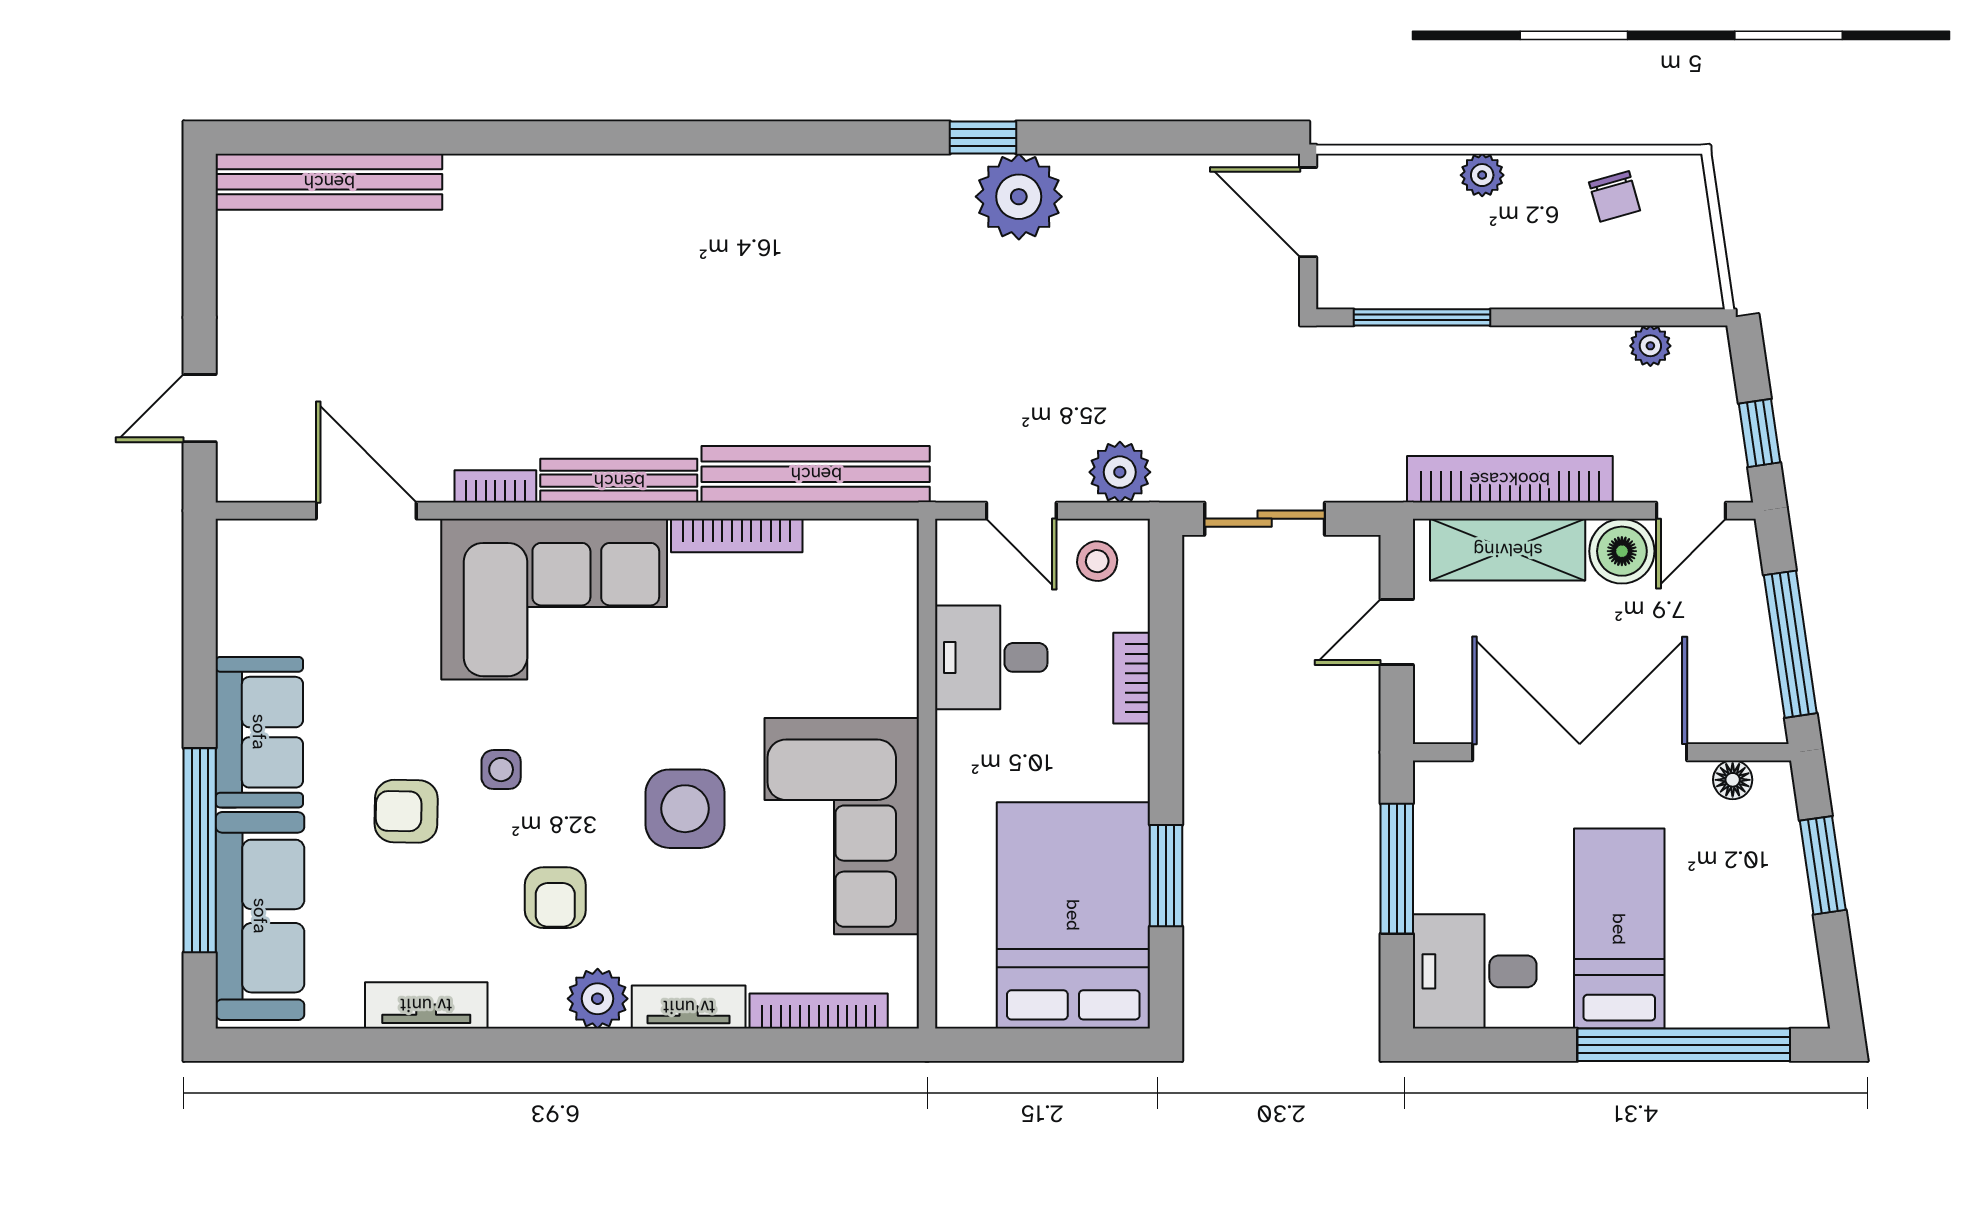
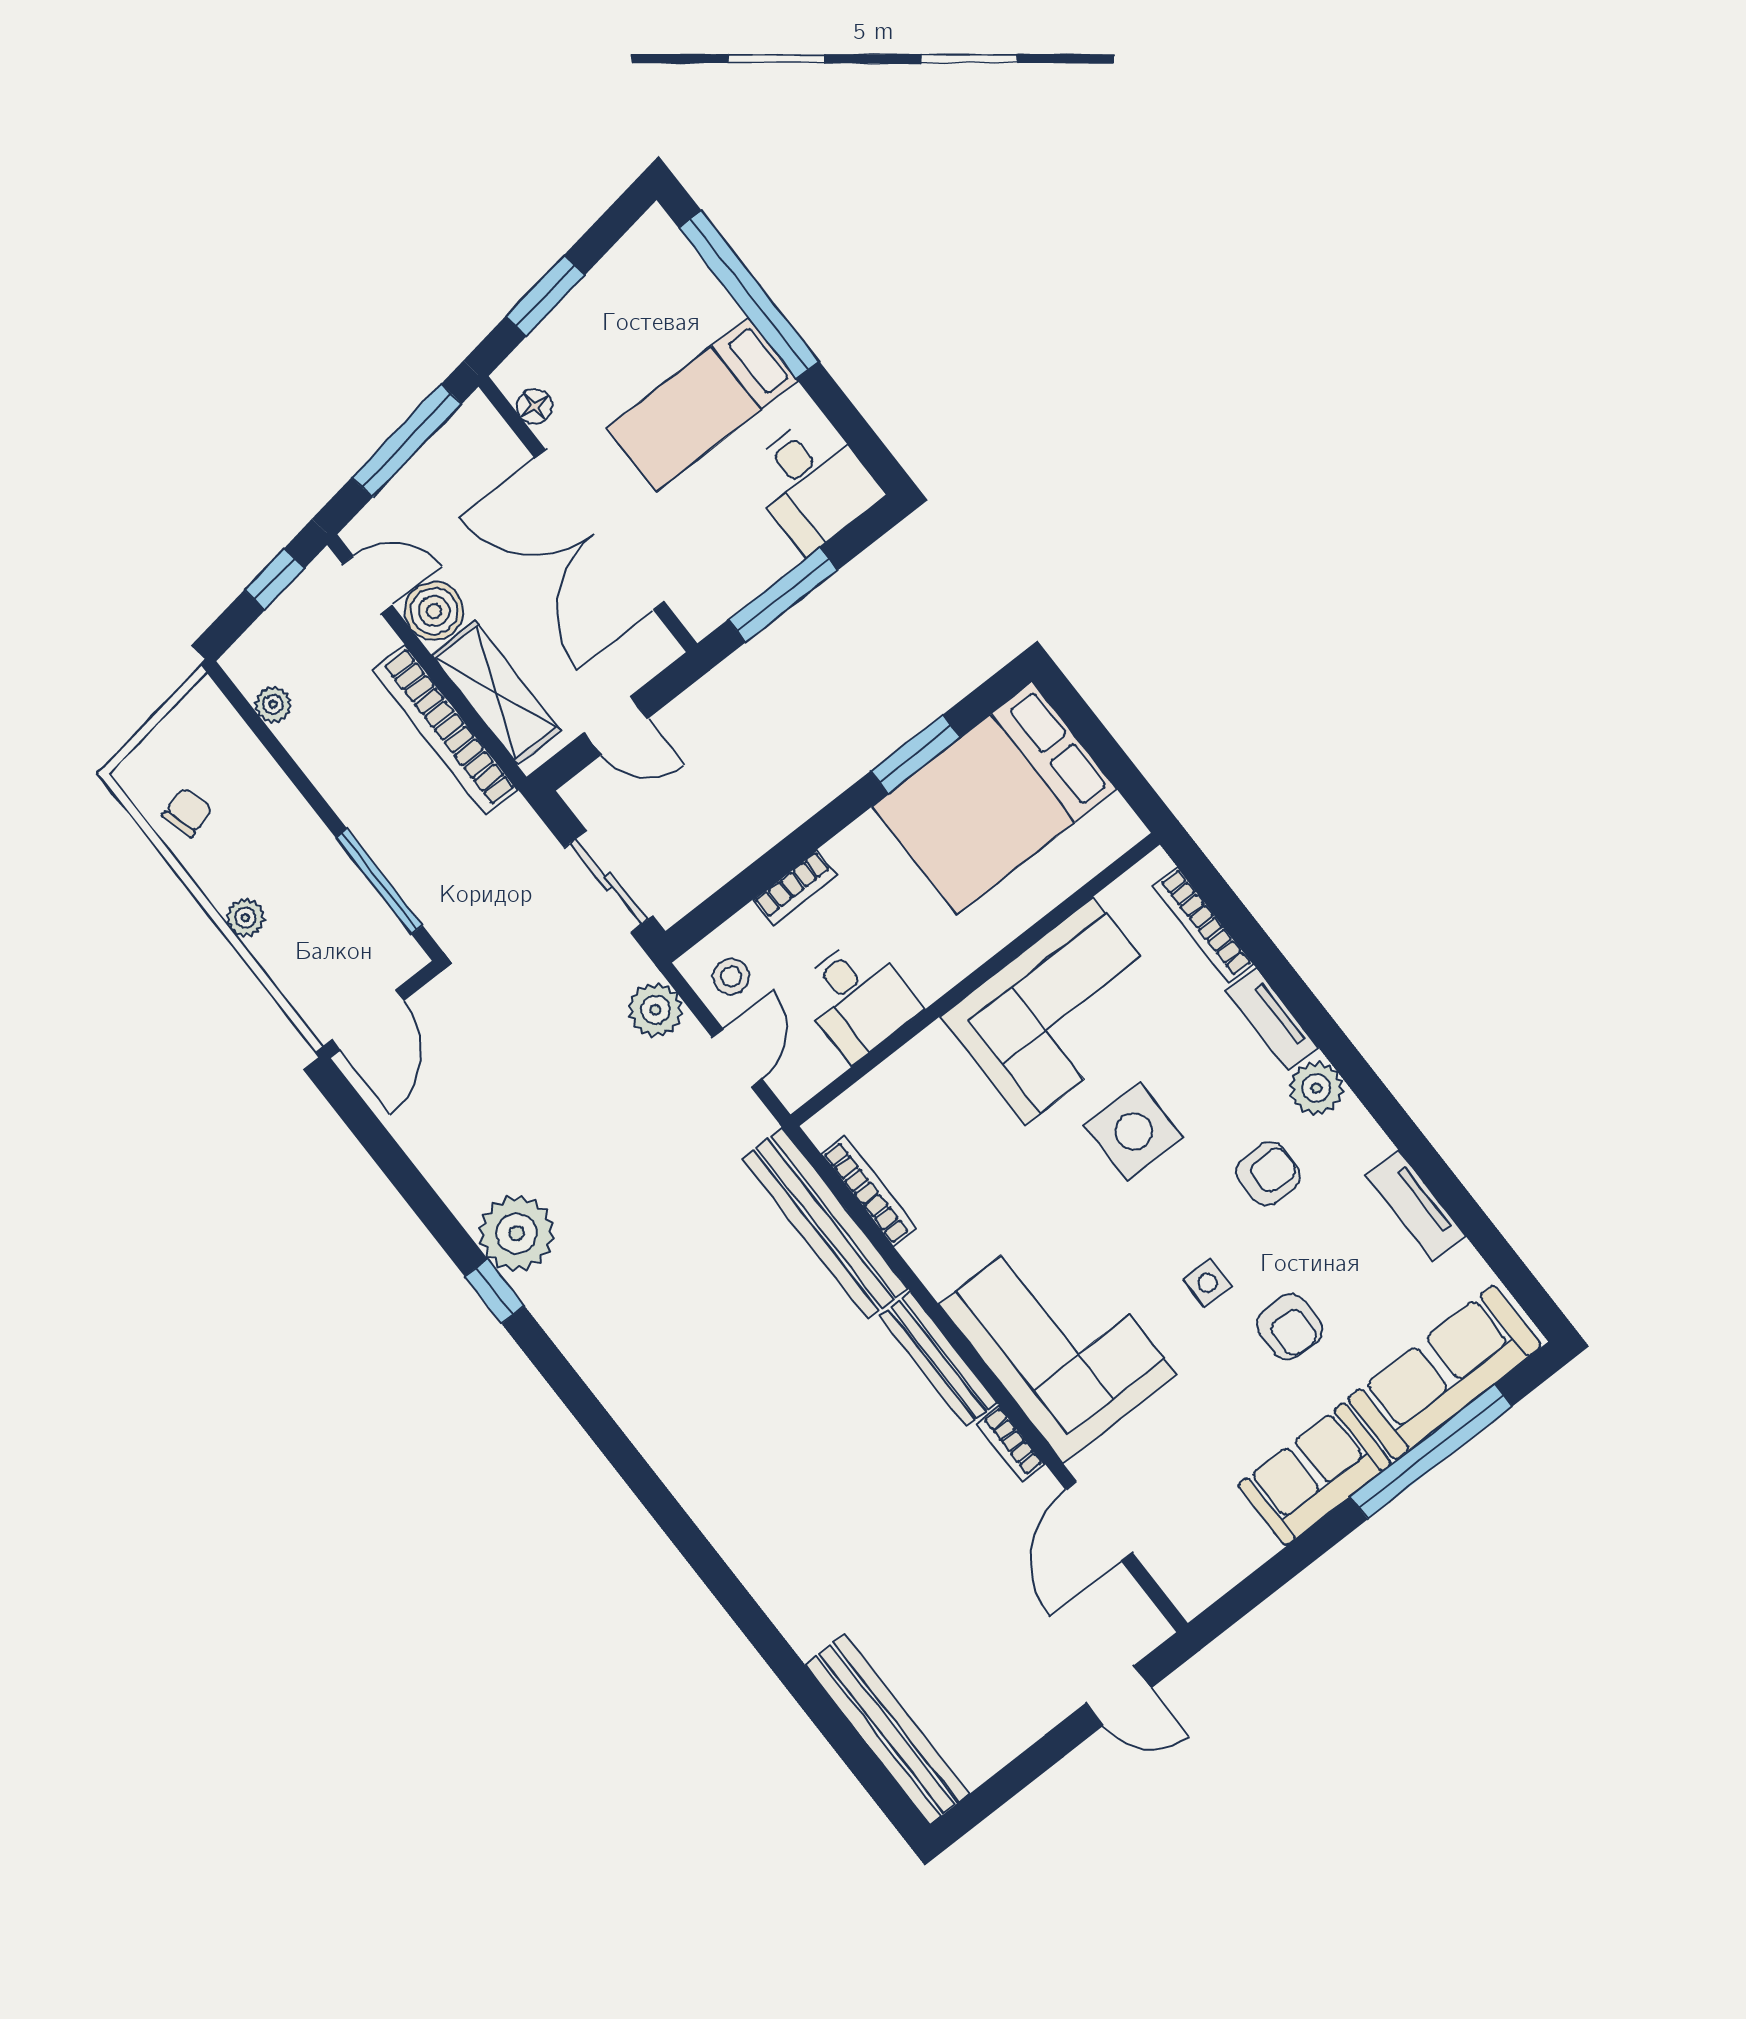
bookcase: (737, 536) -> (869, 1191), moved

